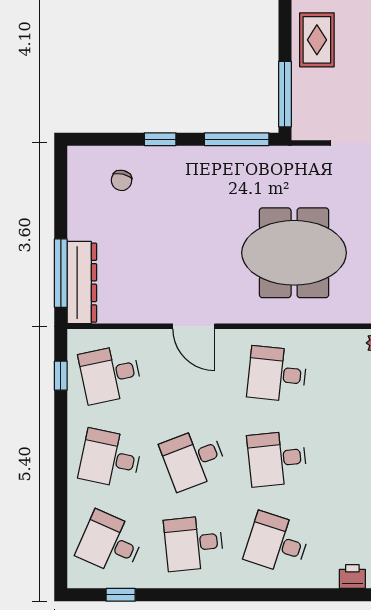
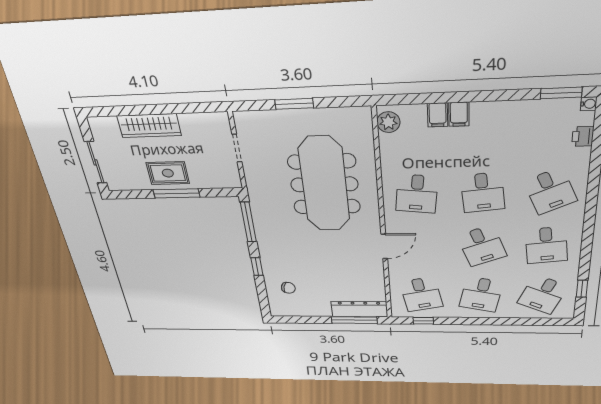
window: (285, 94) -> (176, 193), moved
meeting table: (294, 253) -> (324, 184), width x1.36
desk: (277, 543) -> (550, 191), turned -42

